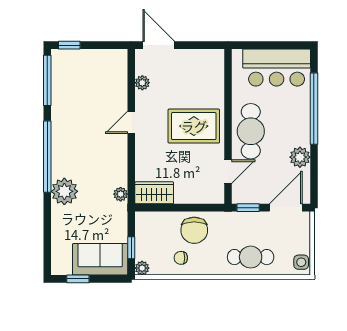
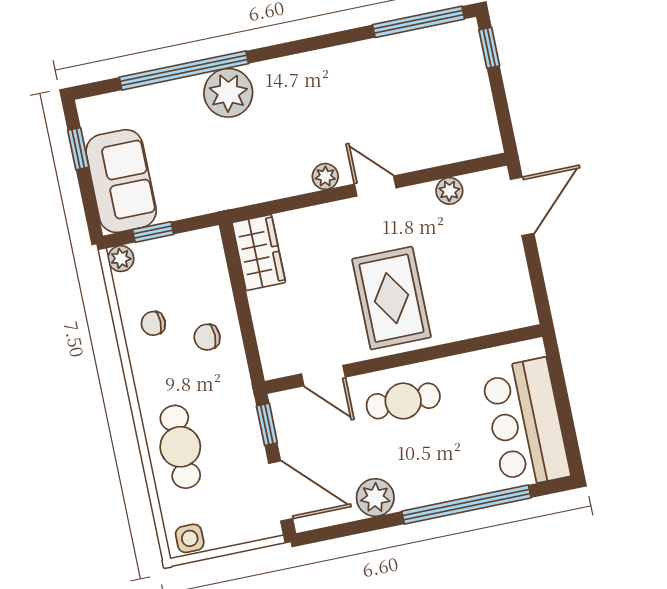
cafe table: (251, 131) -> (403, 401), width x0.73, depth x0.74
window: (47, 157) -> (184, 70), moved
plant: (121, 194) -> (325, 176), moved
chair: (194, 230) -> (207, 337), width x0.54, depth x0.54
chair: (181, 258) -> (153, 323), turned -90

